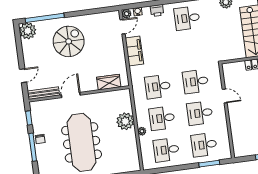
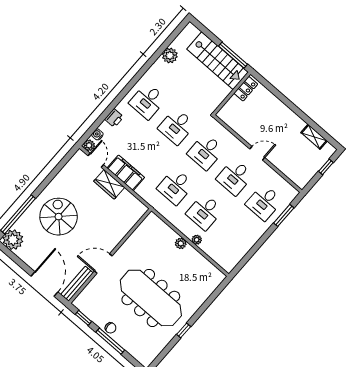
door: (23, 76) -> (45, 284), width x1.88
wardrobe: (109, 82) -> (109, 184), moved, turned -90
door: (71, 95) -> (103, 264), hinge flipped
door: (225, 96) -> (257, 153), moved
plant: (125, 121) -> (181, 243), width x0.53, depth x0.53
desk: (166, 150) -> (177, 126), moved

